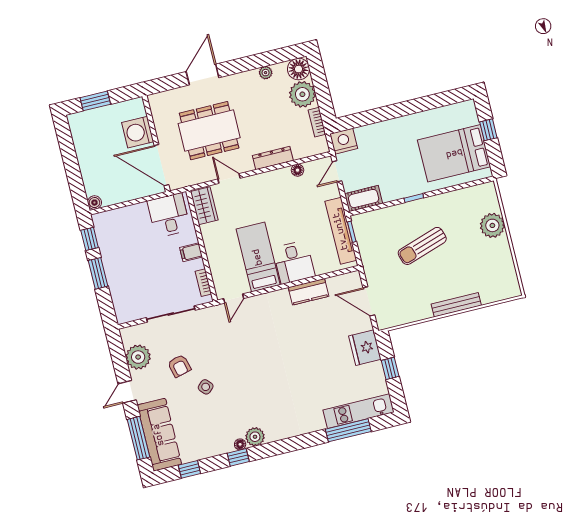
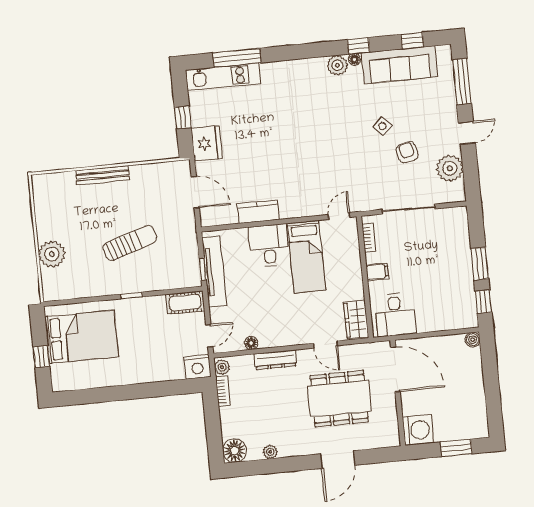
plant: (302, 94) -> (222, 367), moved, width x0.53, depth x0.53
washing machine: (138, 132) -> (418, 430), moved
sofa: (159, 435) -> (400, 65), moved, turned -90

